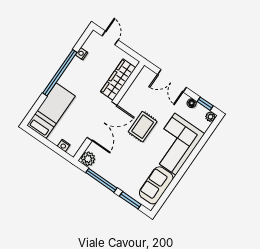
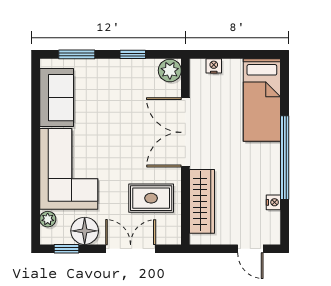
floor lamp: (192, 103) -> (85, 231), width x1.89, depth x1.89
plant: (210, 117) -> (48, 219), moved
rug: (143, 127) -> (151, 198), moved, turned 90
window: (101, 180) -> (133, 54), width x0.46

